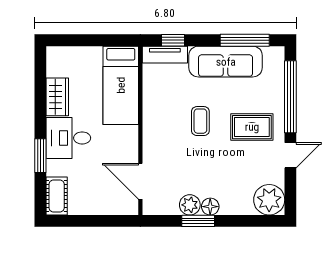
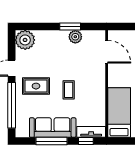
window: (245, 40) -> (51, 141), moved
floor lamp: (210, 207) -> (62, 36), removed

